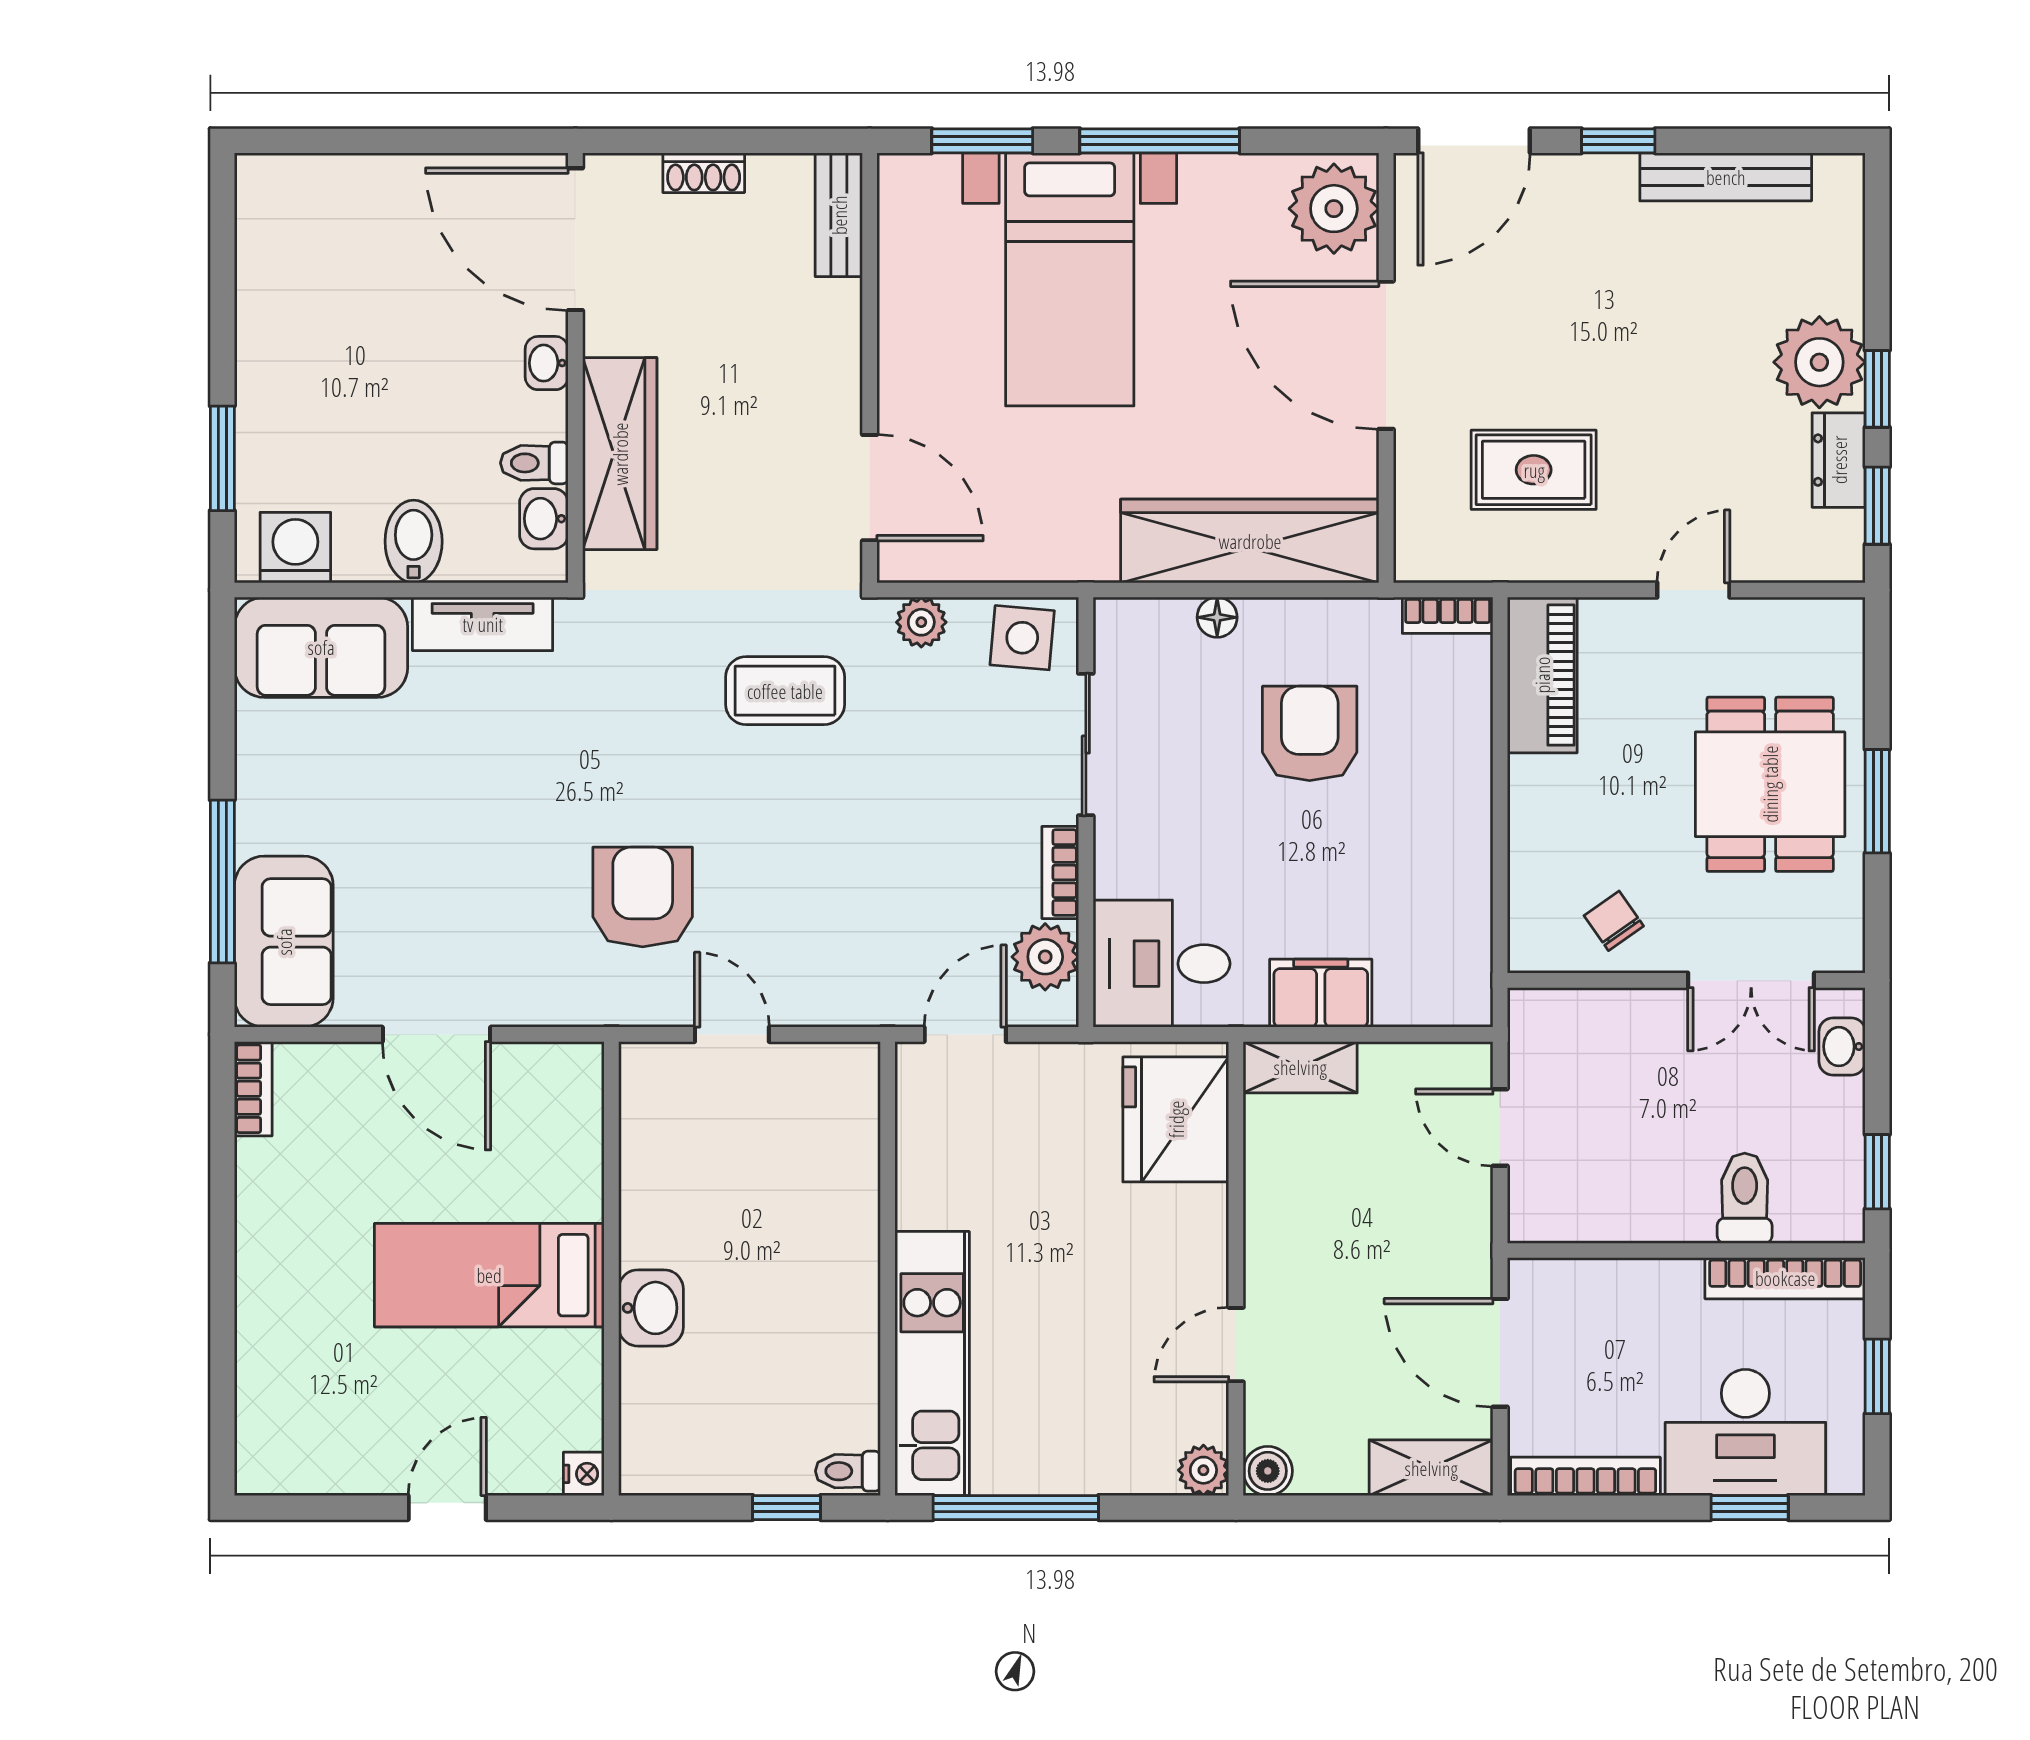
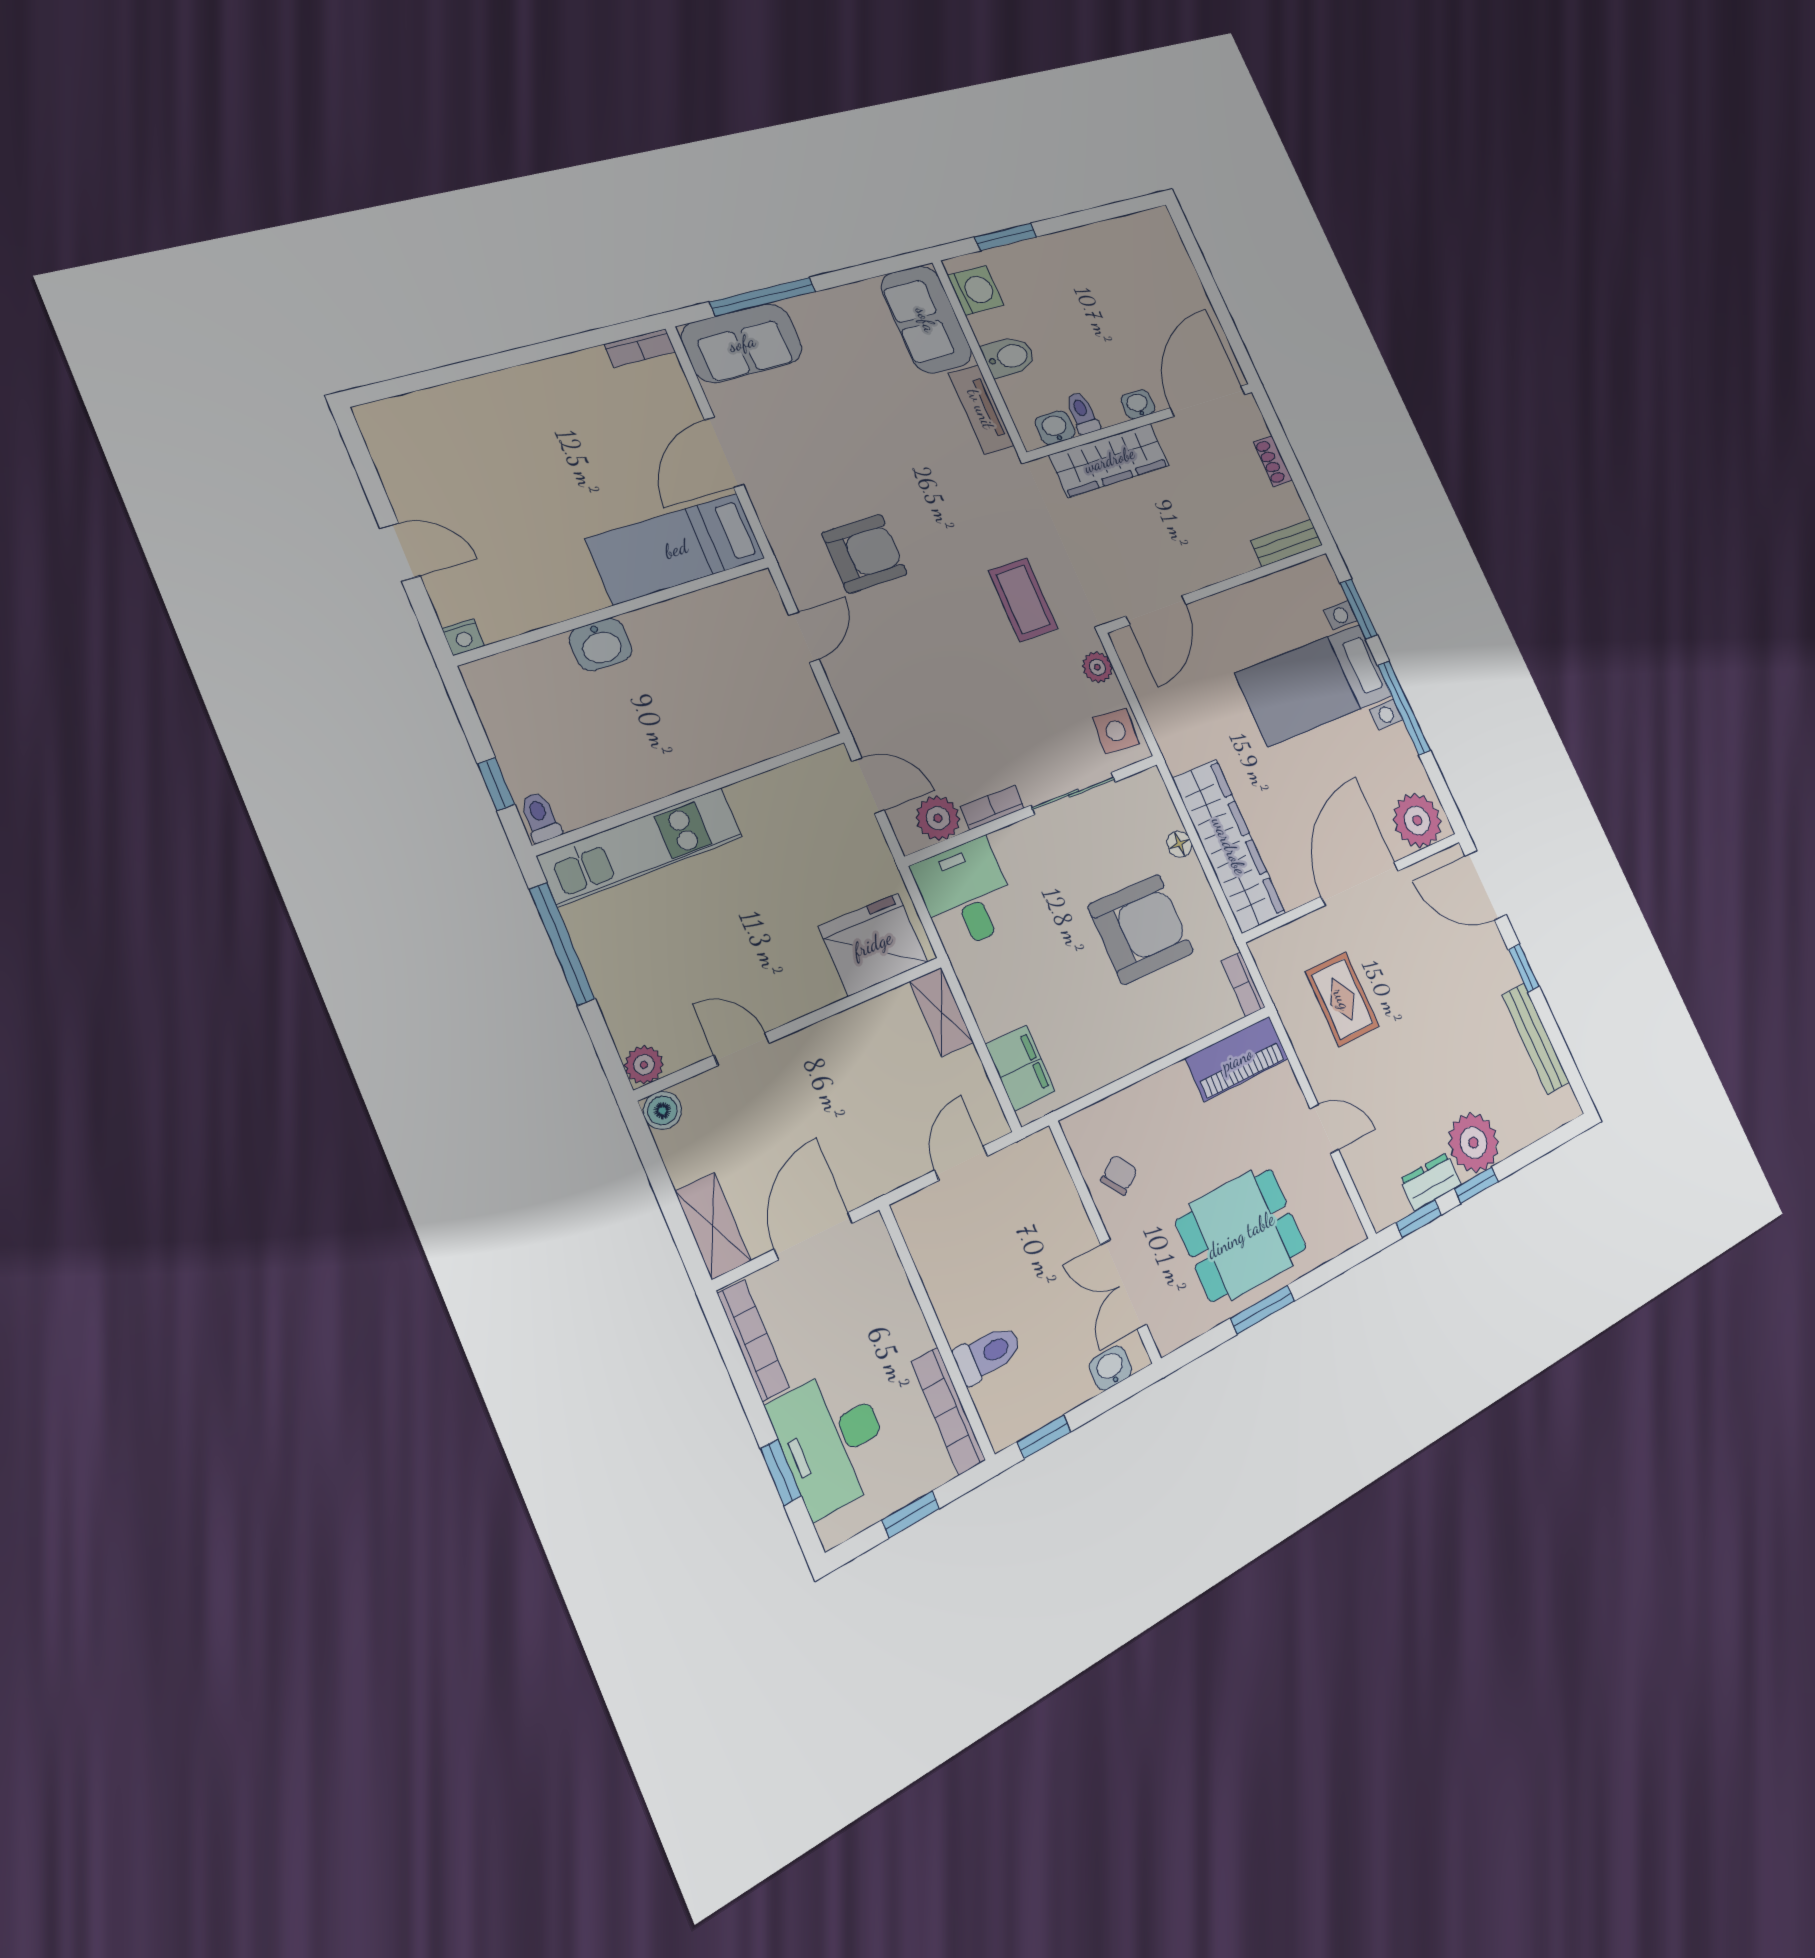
armchair: (1310, 733) -> (1141, 929), width x1.36, depth x1.36
filing cabinet: (1321, 993) -> (1020, 1068), moved
bed: (489, 1275) -> (676, 549), moved, turned -90

